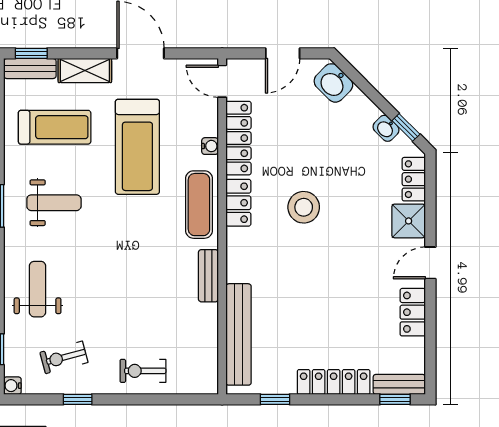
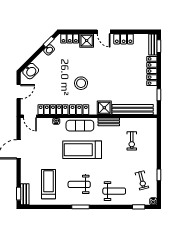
door: (283, 53) -> (19, 92), hinge flipped
shelving: (85, 70) -> (26, 172), removed
door: (222, 81) -> (30, 116), hinge flipped
treadmill: (137, 147) -> (82, 150), moved, turned 180
weight bench: (54, 203) -> (79, 184), turned -90
shower: (243, 265) -> (104, 108), added
weight bench: (38, 289) -> (114, 191), turned 180
exercise bike: (143, 371) -> (132, 141), moved

